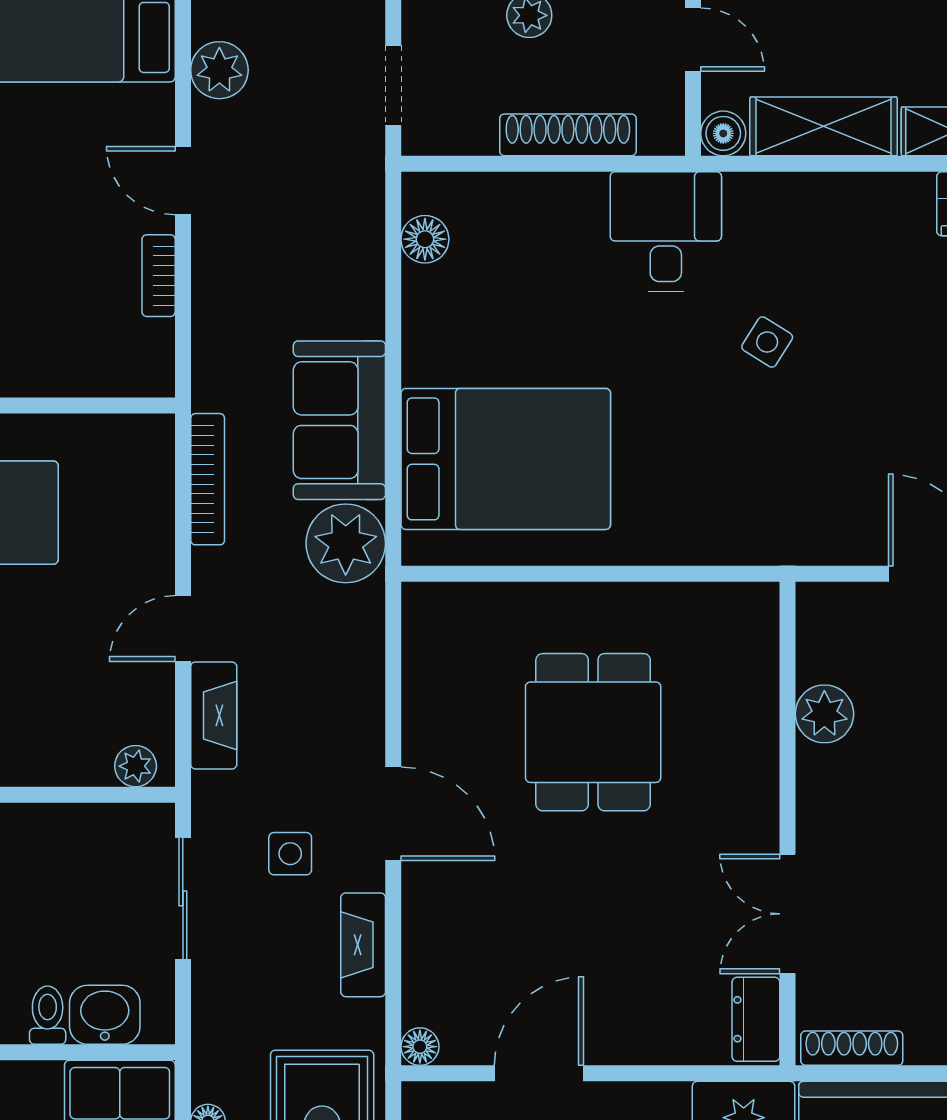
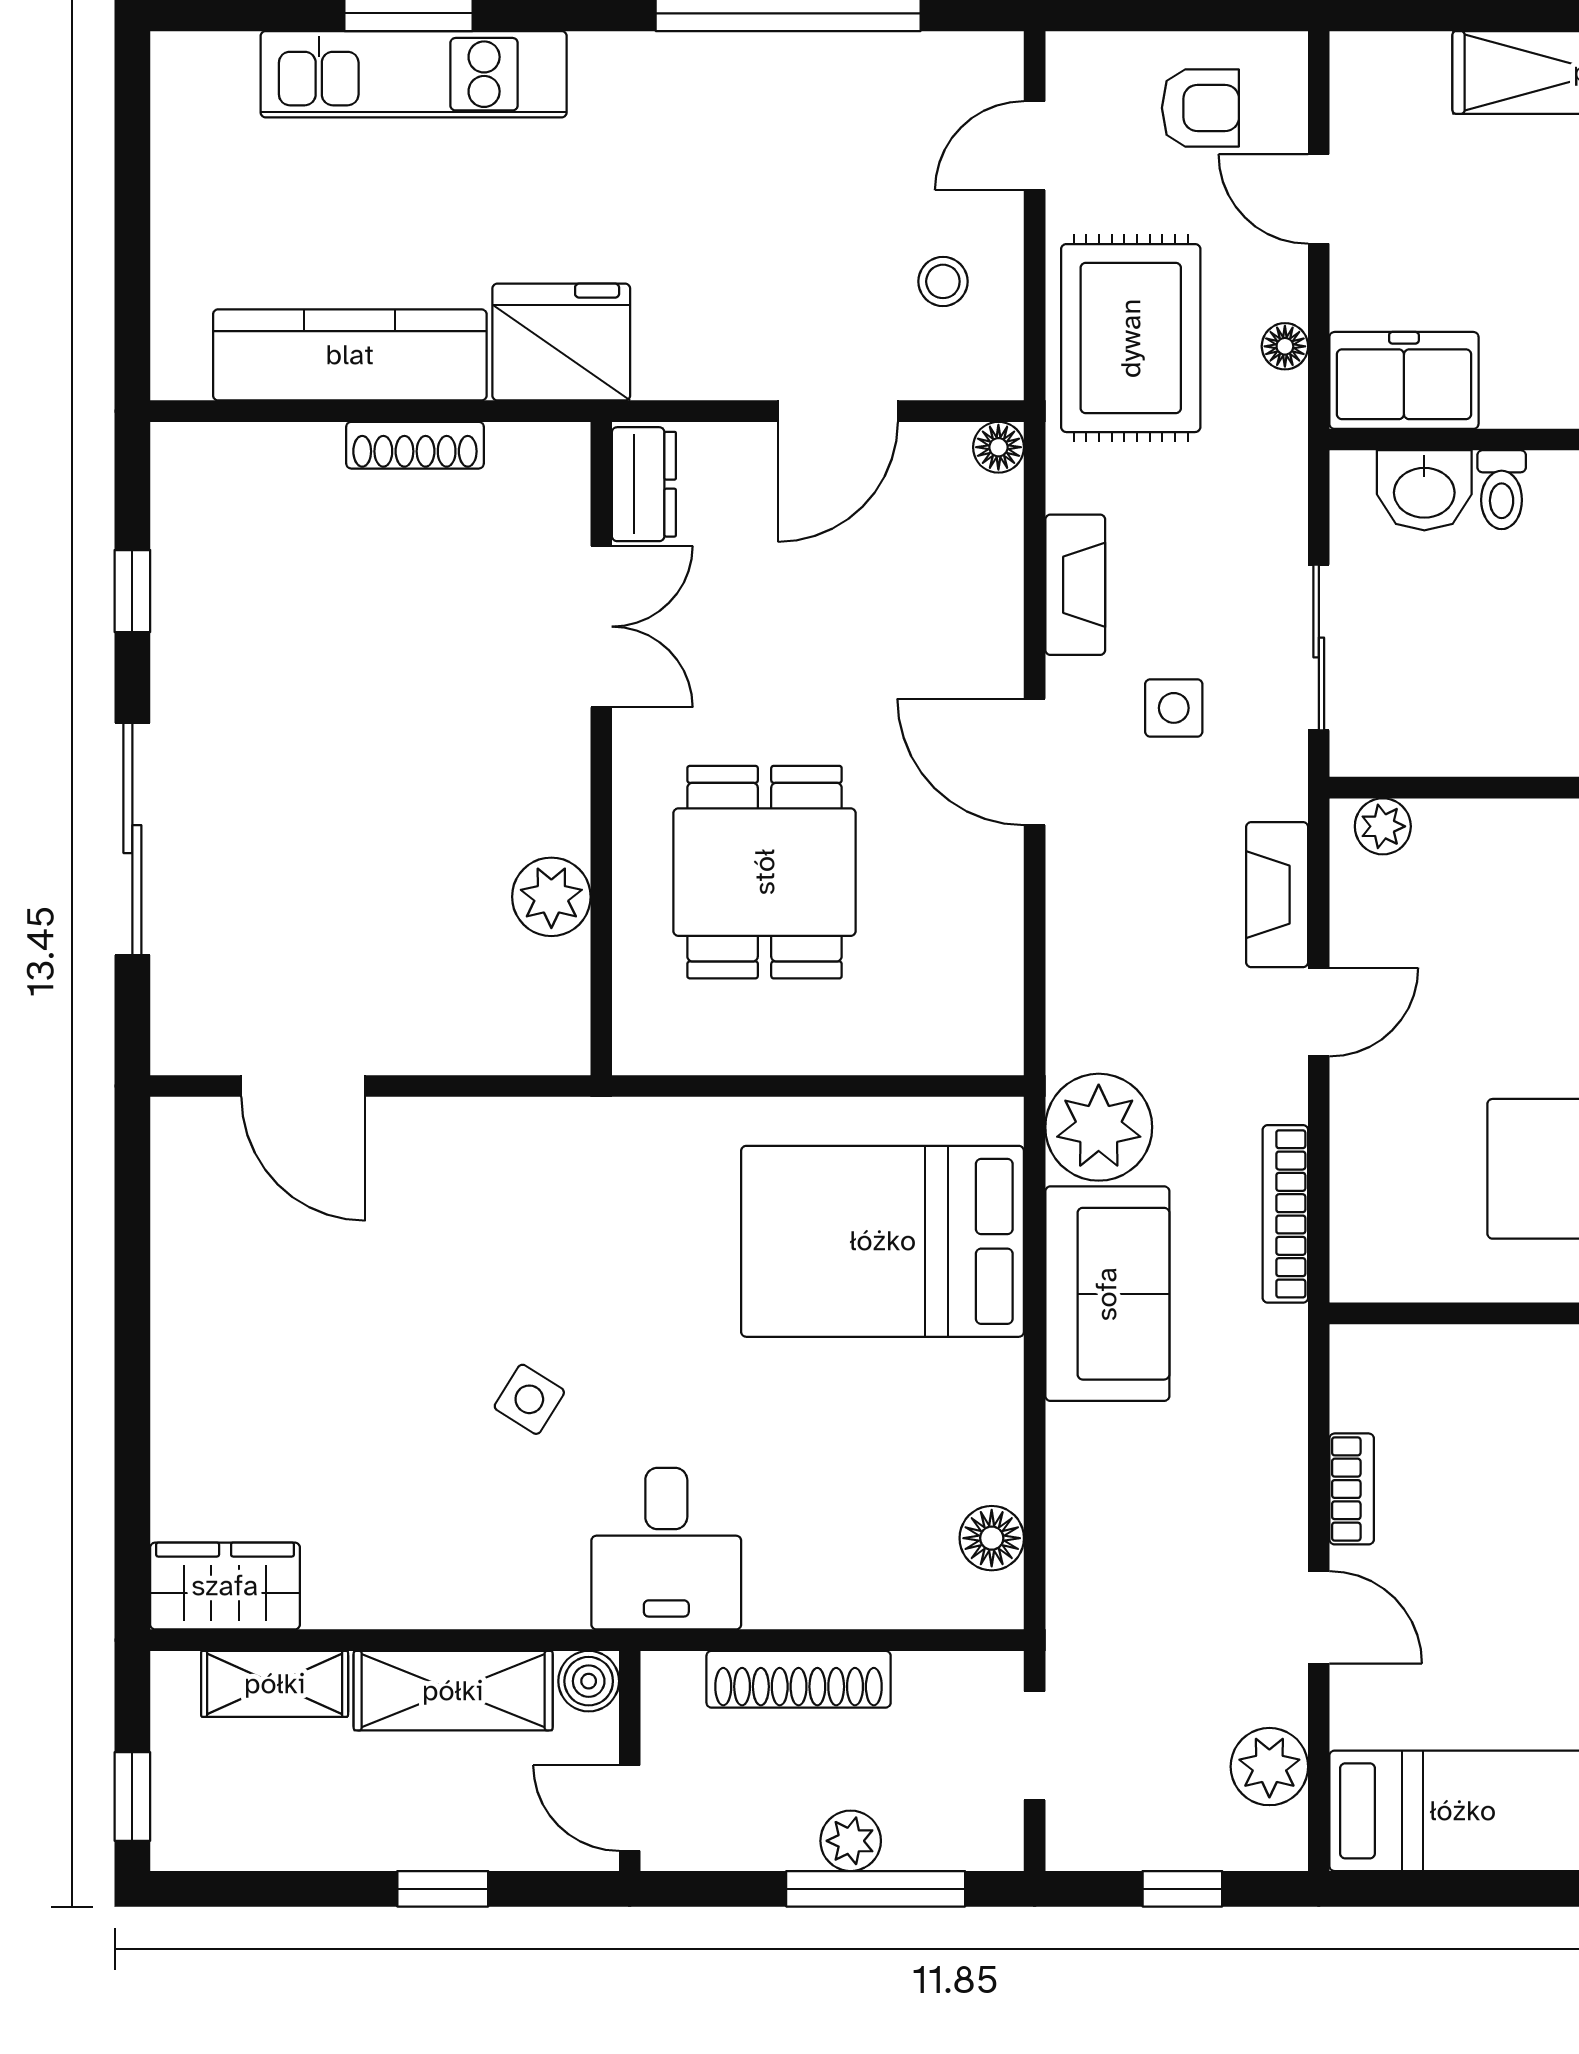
plant: (824, 714) -> (551, 897), moved
wall: (788, 824) -> (601, 749), moved
double door: (788, 914) -> (601, 627), moved
dresser: (756, 1019) -> (644, 484), moved

